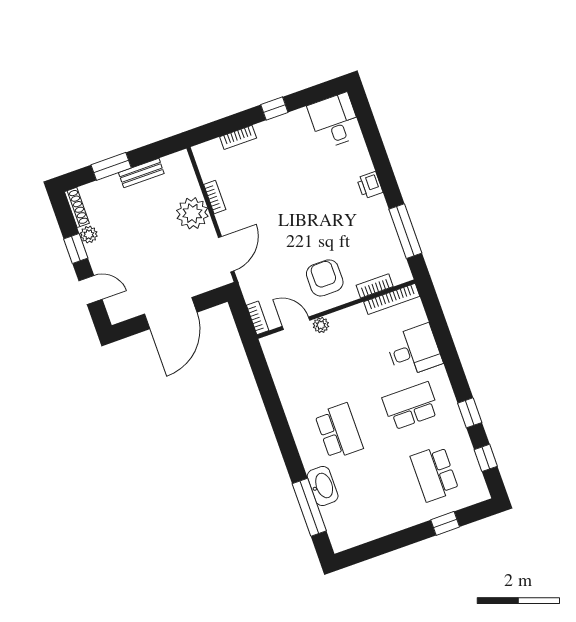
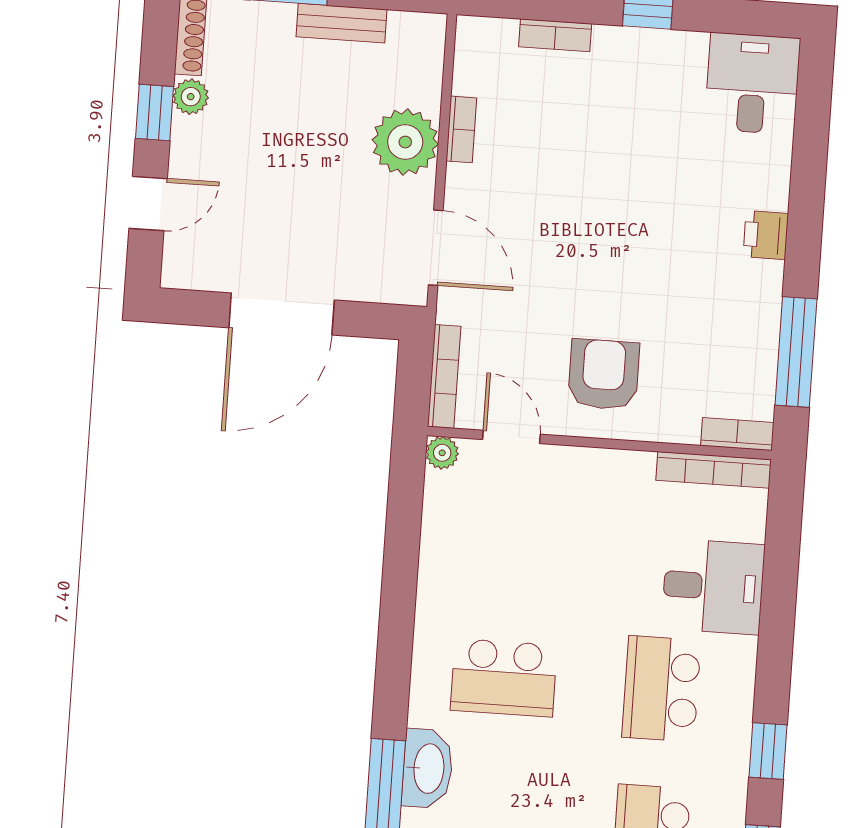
door: (226, 254) -> (436, 248), hinge flipped
bookcase: (375, 286) -> (737, 434), moved
door: (91, 290) -> (148, 204), hinge flipped
bookcase: (258, 318) -> (444, 376), width x1.56
plant: (321, 325) -> (442, 453), moved
school desk: (411, 406) -> (661, 689), turned -90
school desk: (339, 431) -> (504, 678), turned 90

